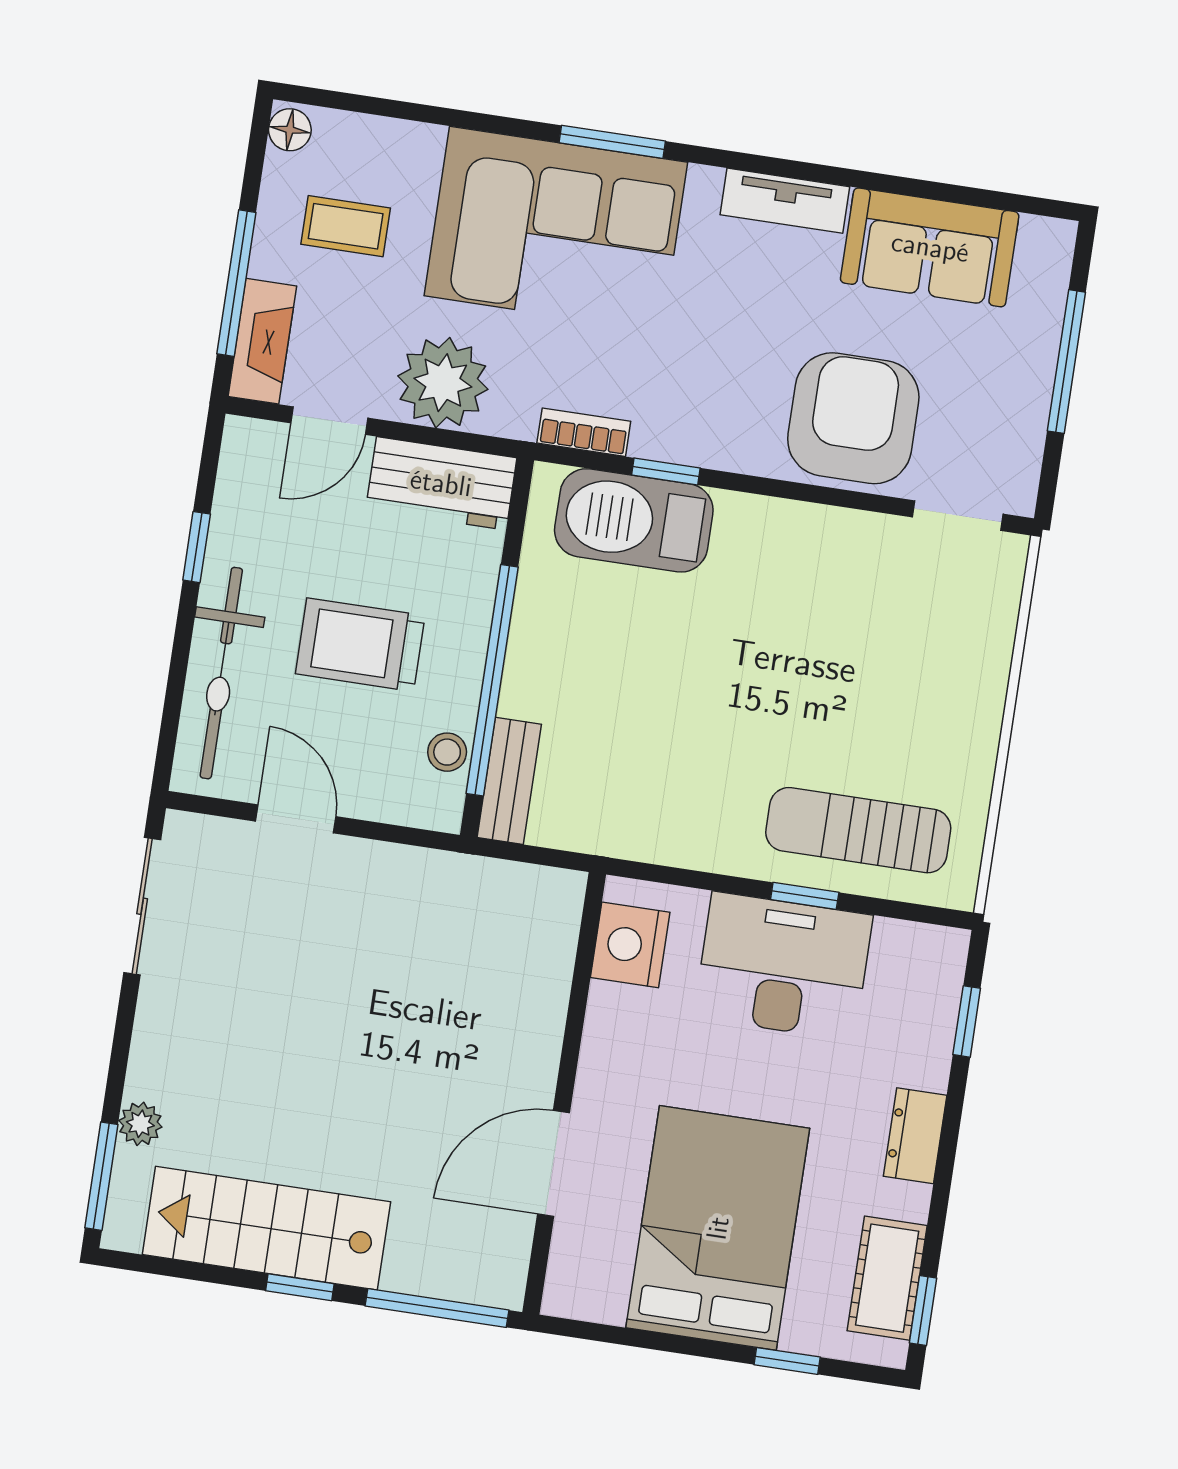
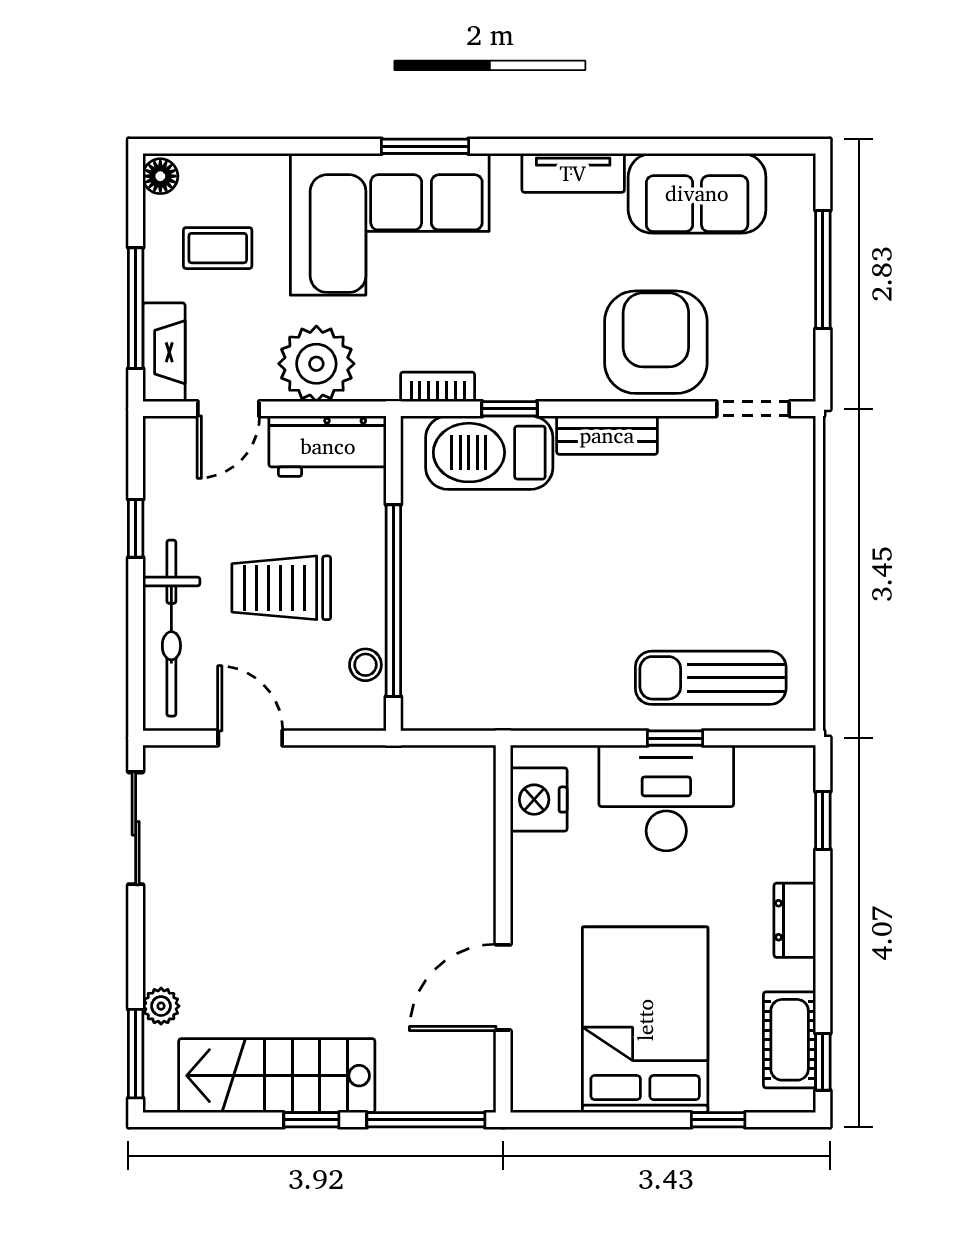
bench: (509, 781) -> (607, 435), moved, turned 90

